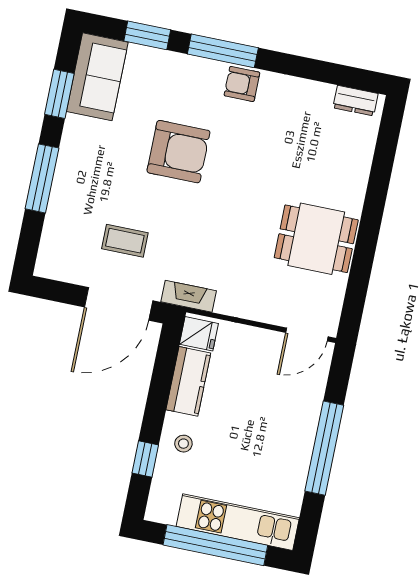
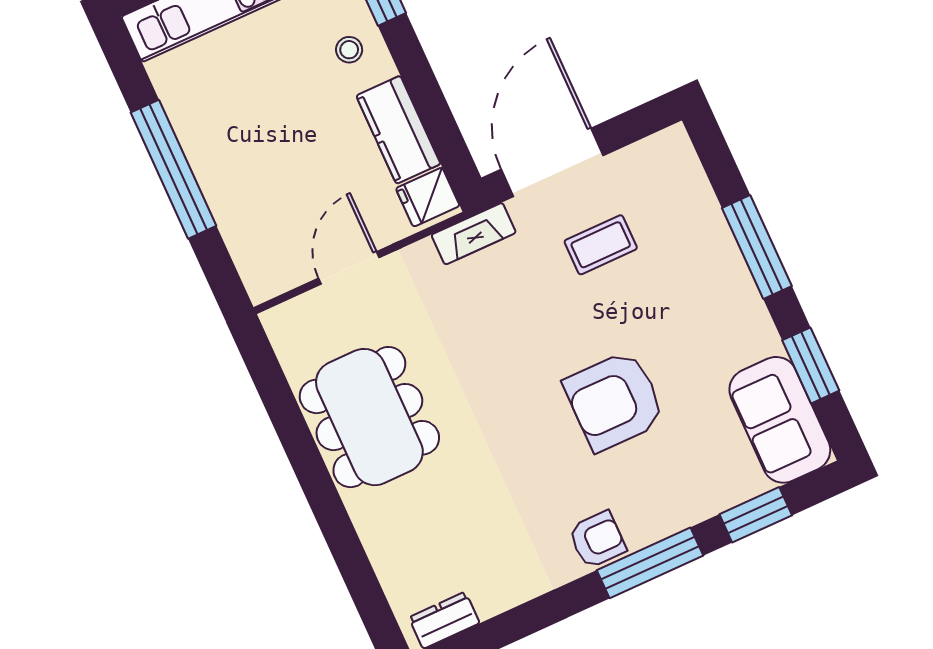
dining table: (316, 239) -> (369, 417), width x1.37
door: (307, 335) -> (349, 268), moved

